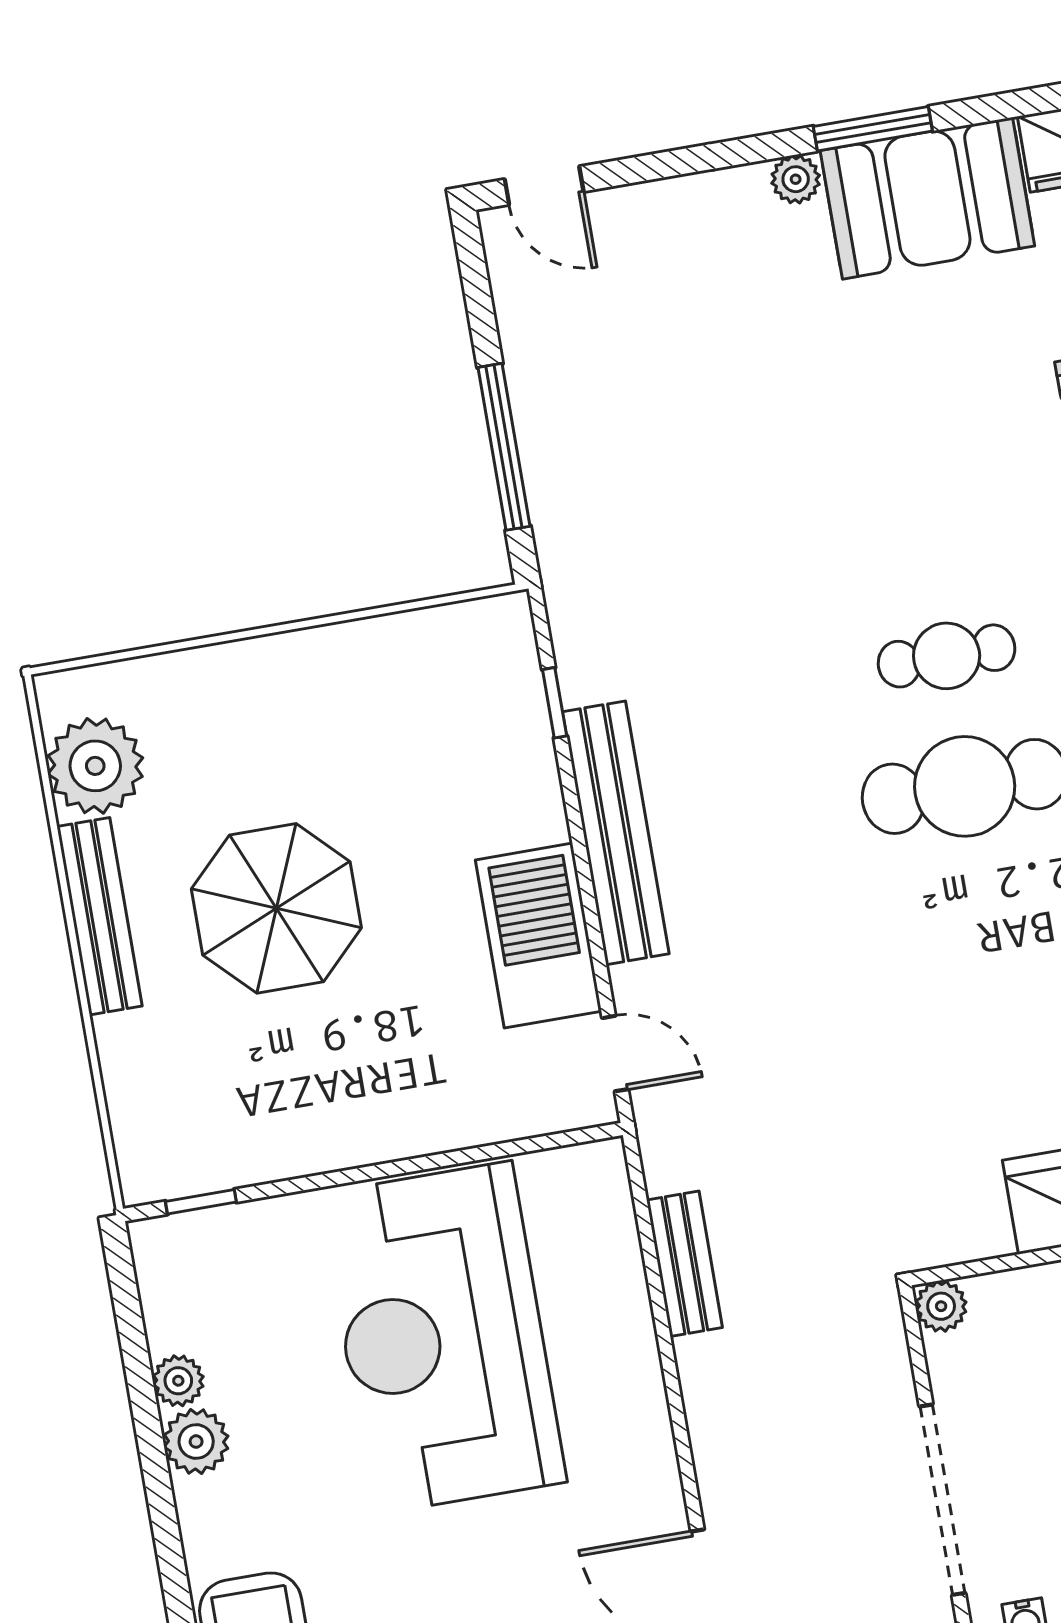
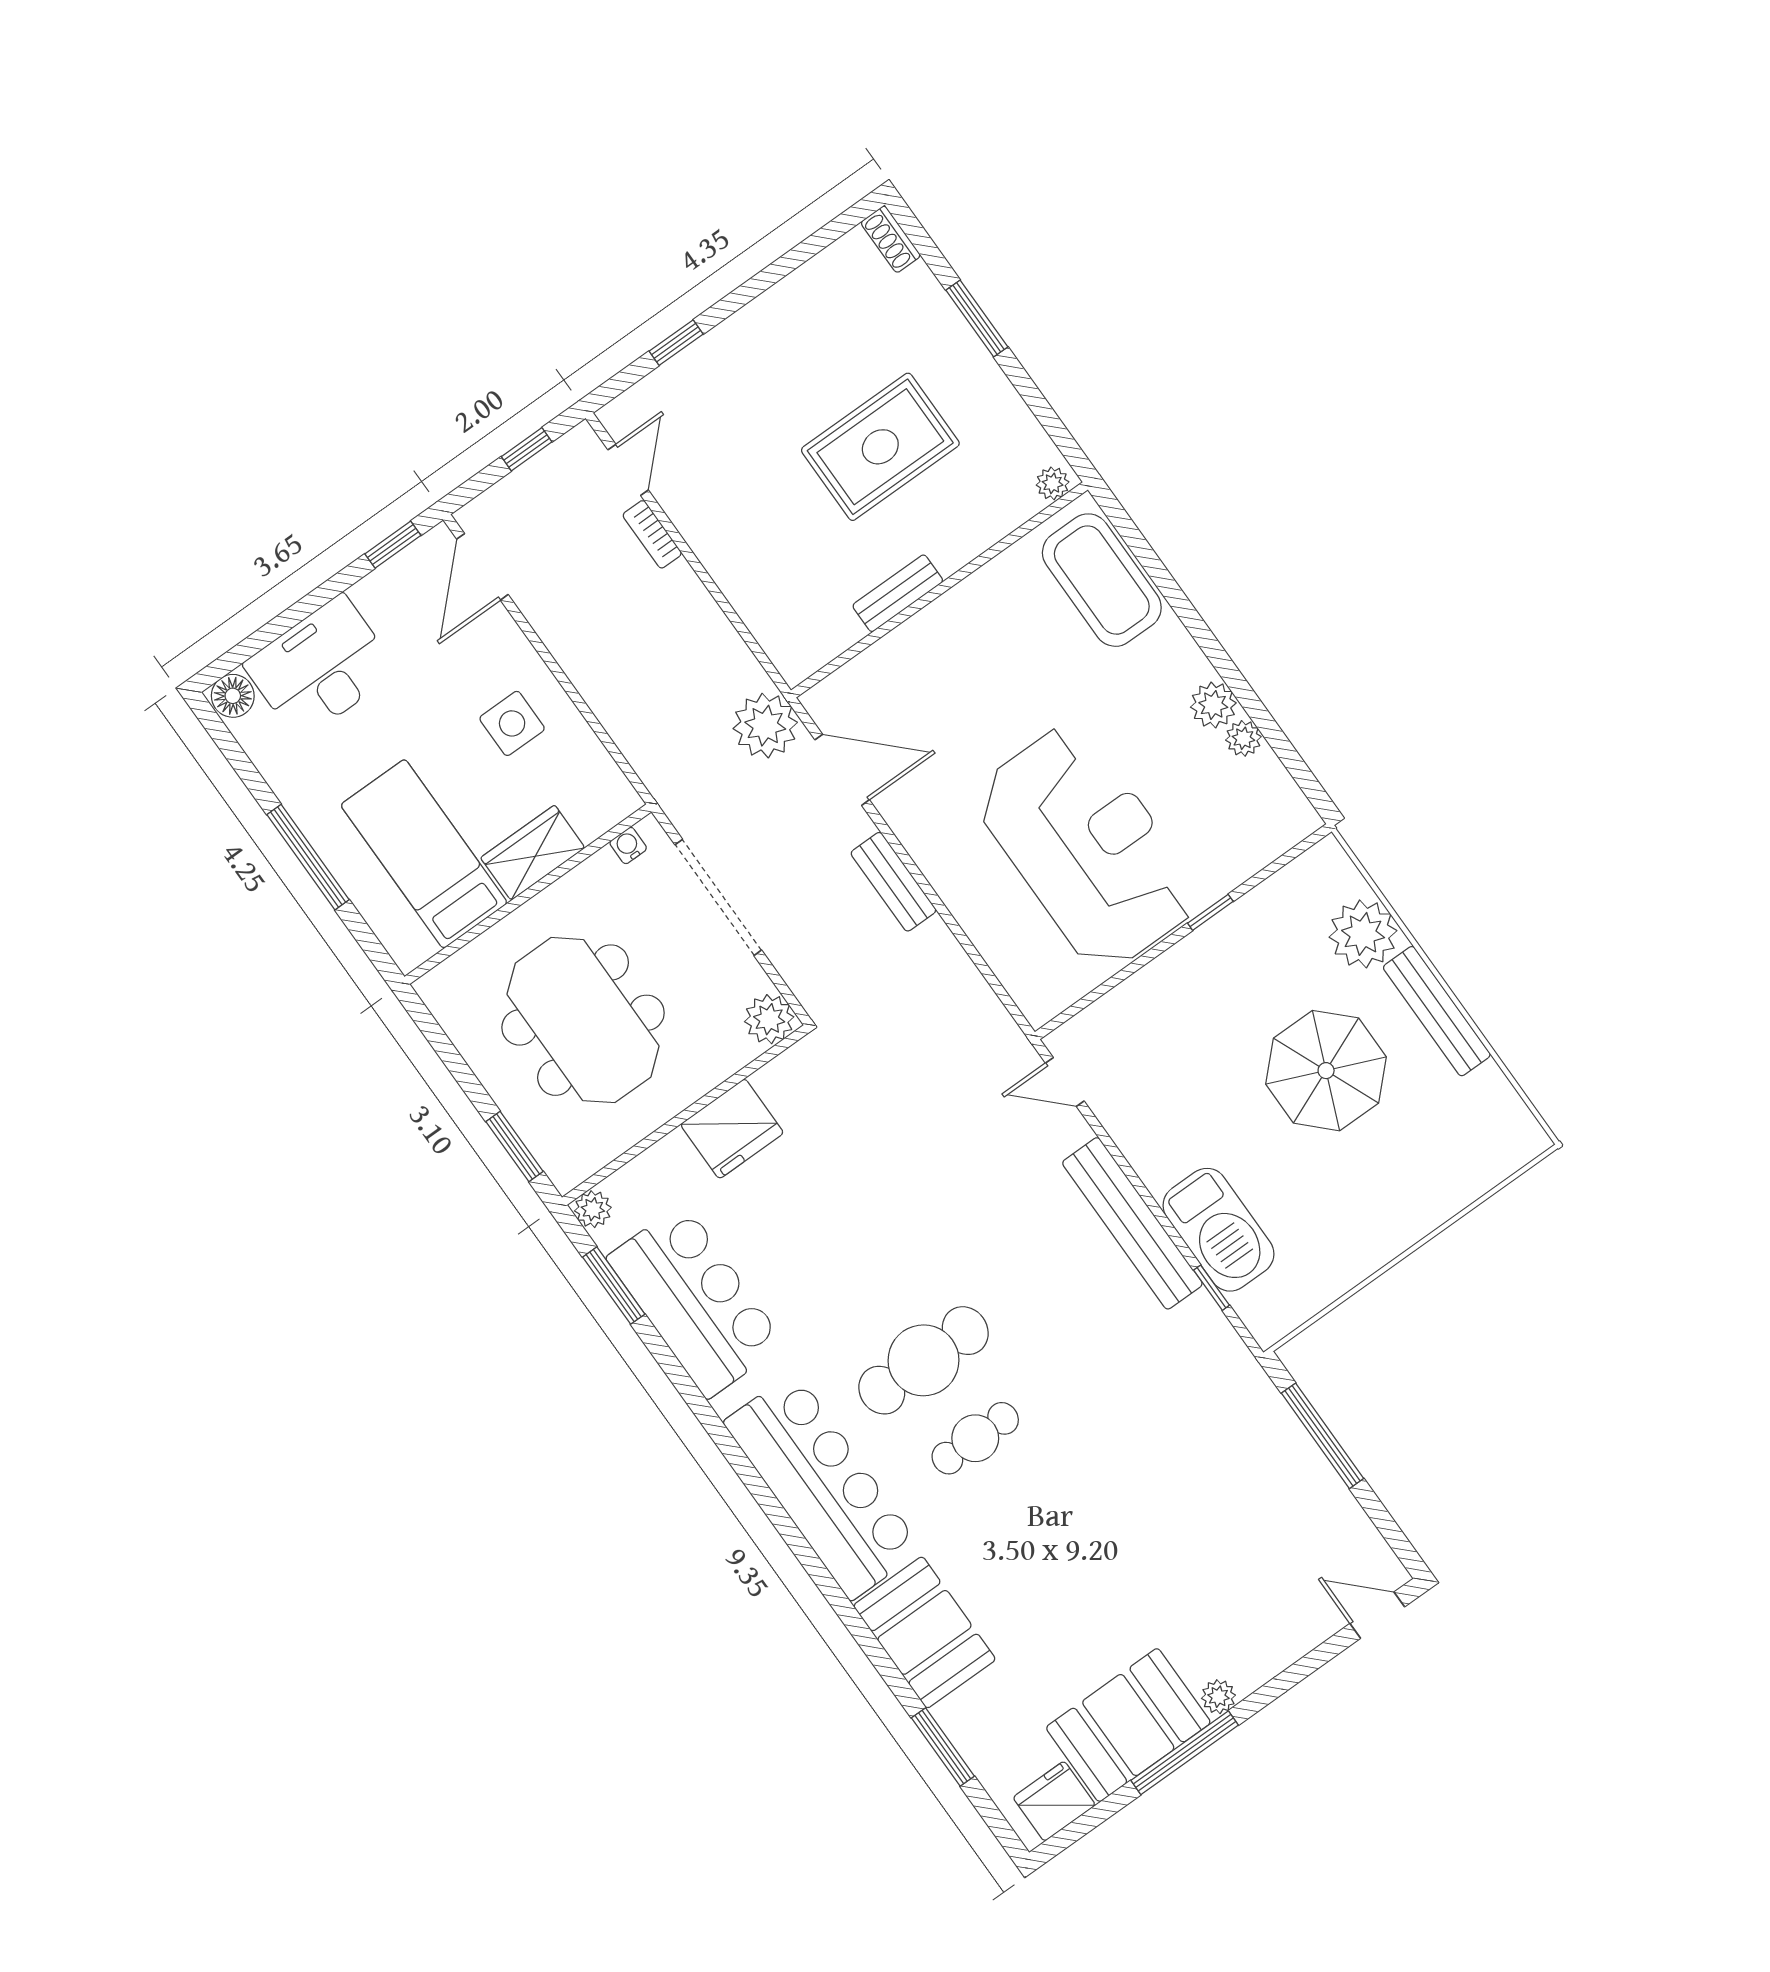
window: (873, 129) -> (1185, 1753), width x1.44
plant: (95, 766) -> (1363, 934), moved
barbecue: (538, 936) -> (1218, 1230), moved
window: (201, 1202) -> (1210, 912), moved
bench: (685, 1264) -> (893, 882), moved
plant: (941, 1306) -> (769, 1019), width x1.38, depth x1.38

